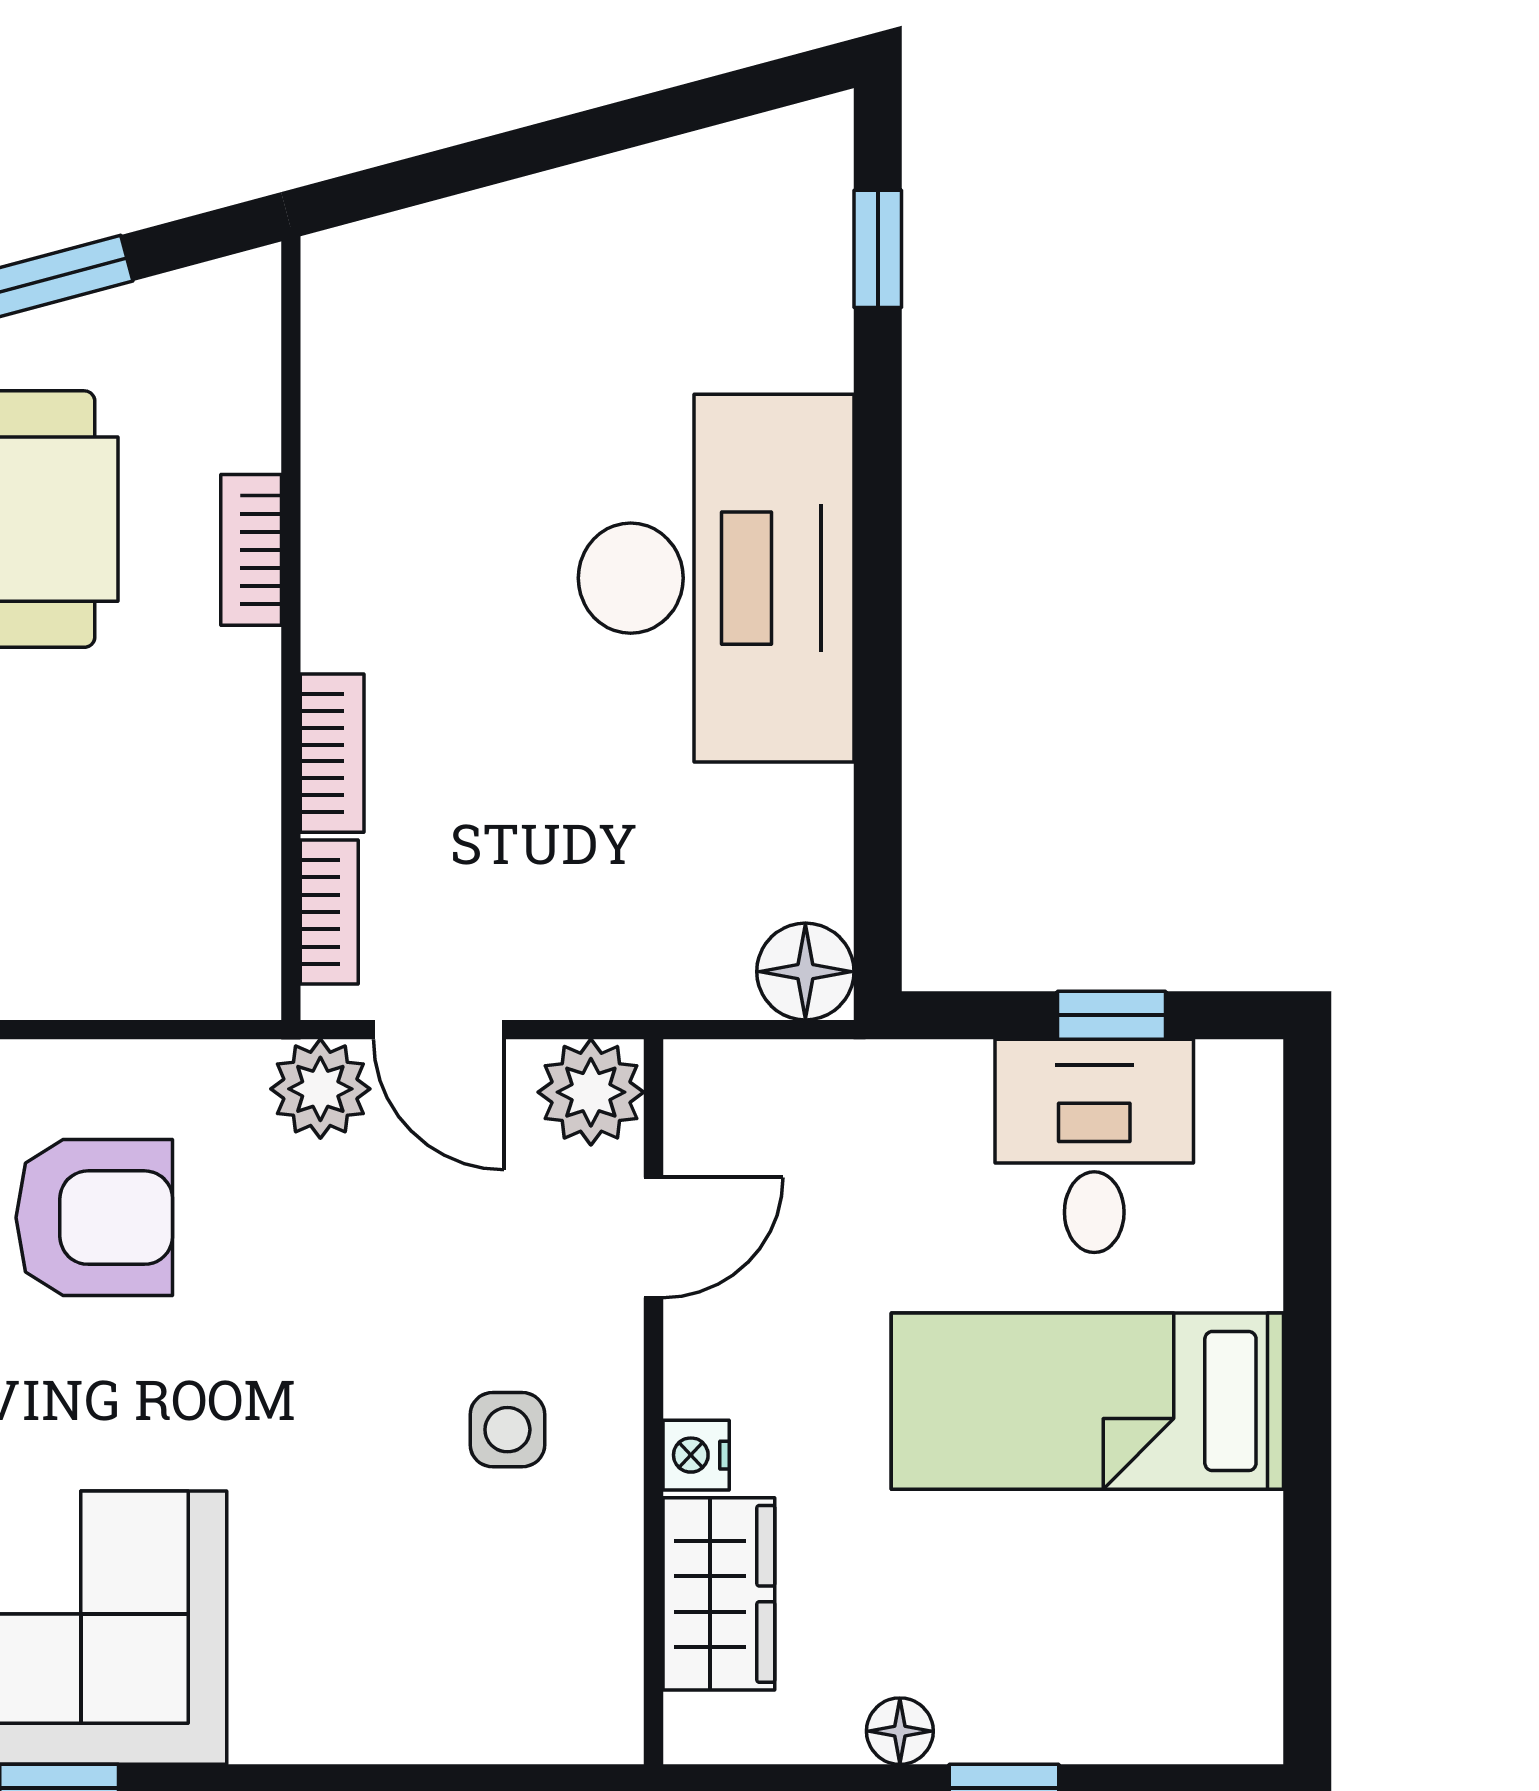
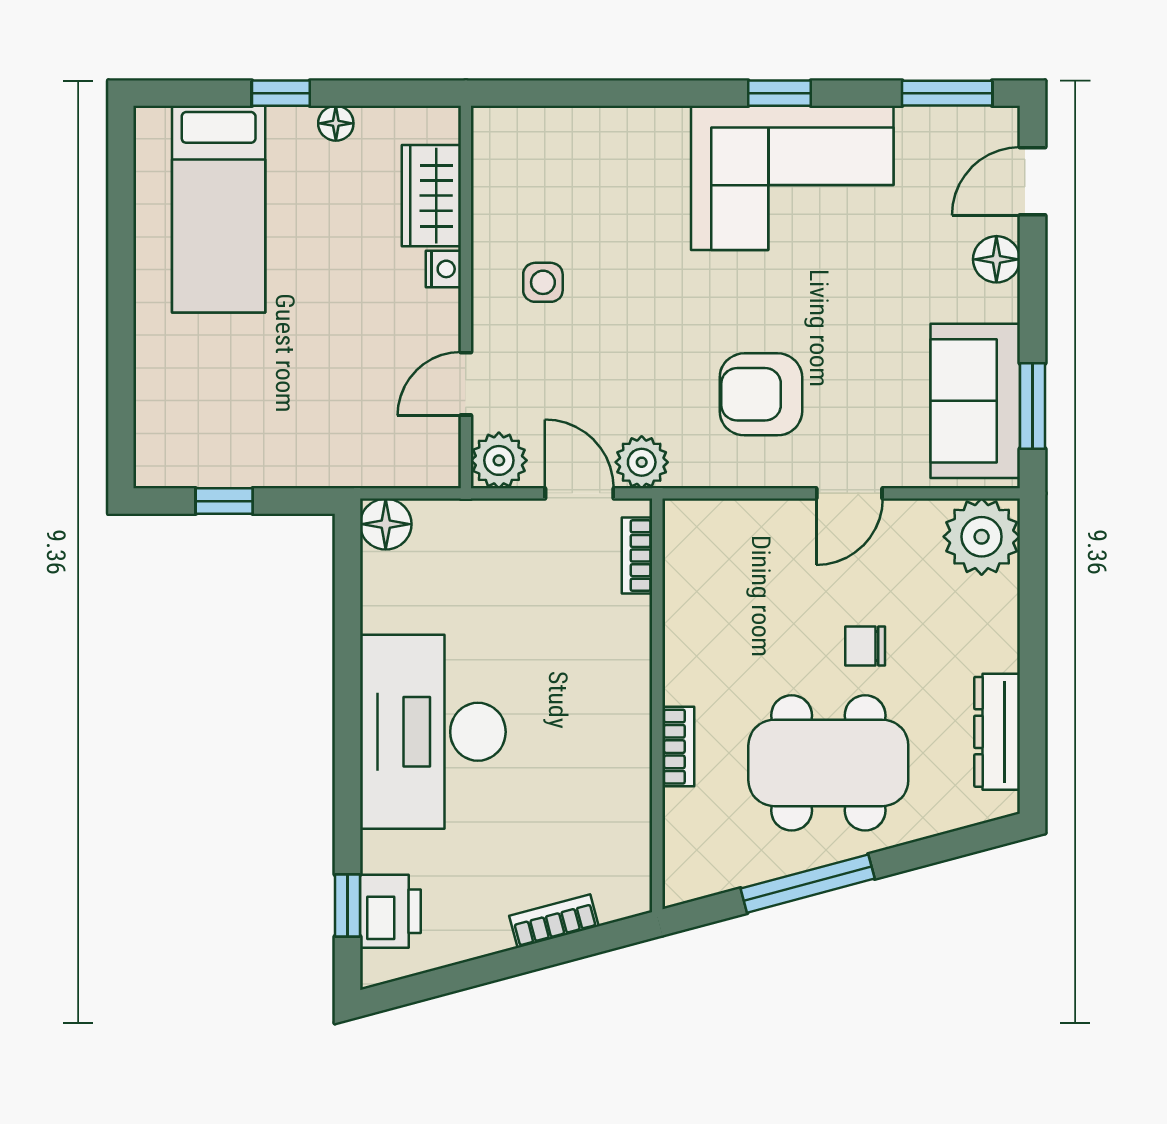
printer: (797, 238) -> (390, 911), added
bookcase: (332, 753) -> (554, 921), moved, turned 75
desk: (1094, 1146) -> (233, 432), removed
bed: (1087, 1401) -> (219, 209), moved, turned 90

